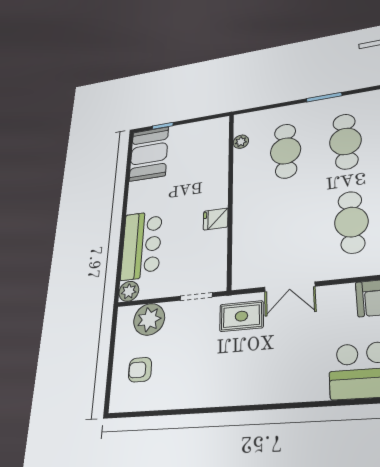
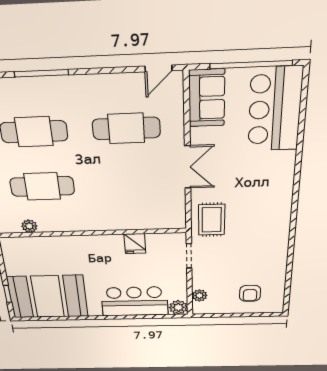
booth: (149, 154) -> (48, 297), width x1.36, depth x1.42
fridge: (216, 219) -> (135, 244), moved
double door: (290, 287) -> (188, 167), moved
plant: (149, 319) -> (199, 295), width x0.53, depth x0.53

